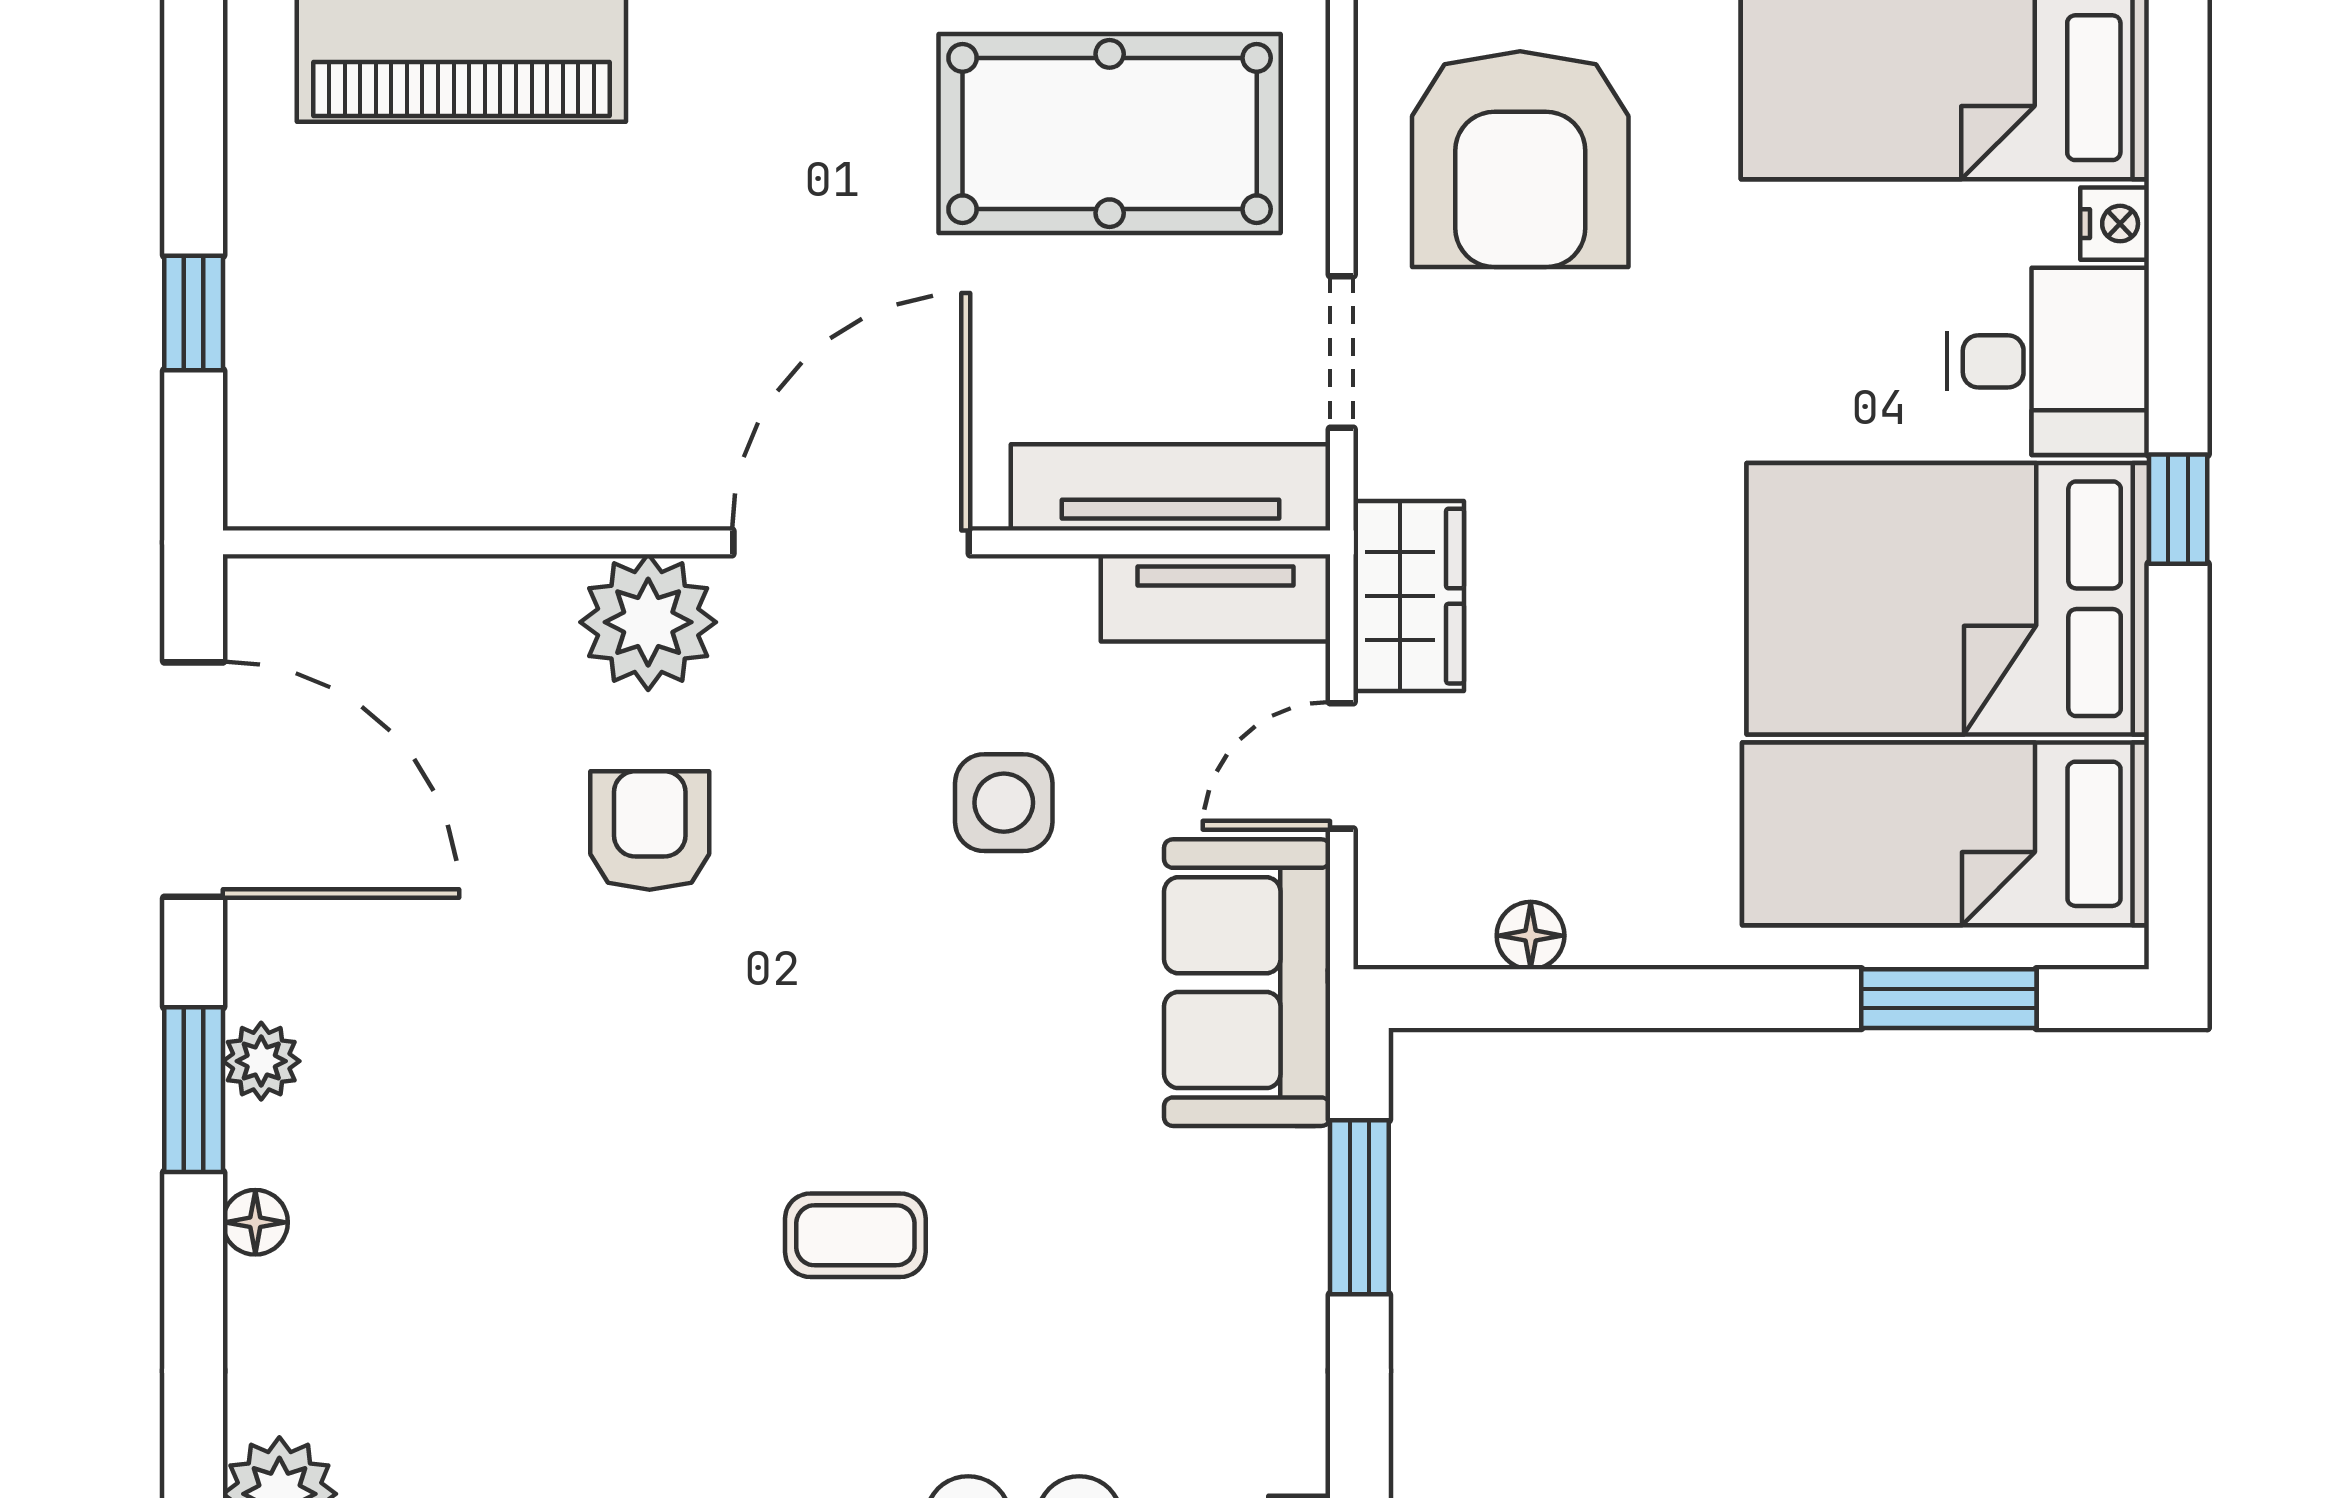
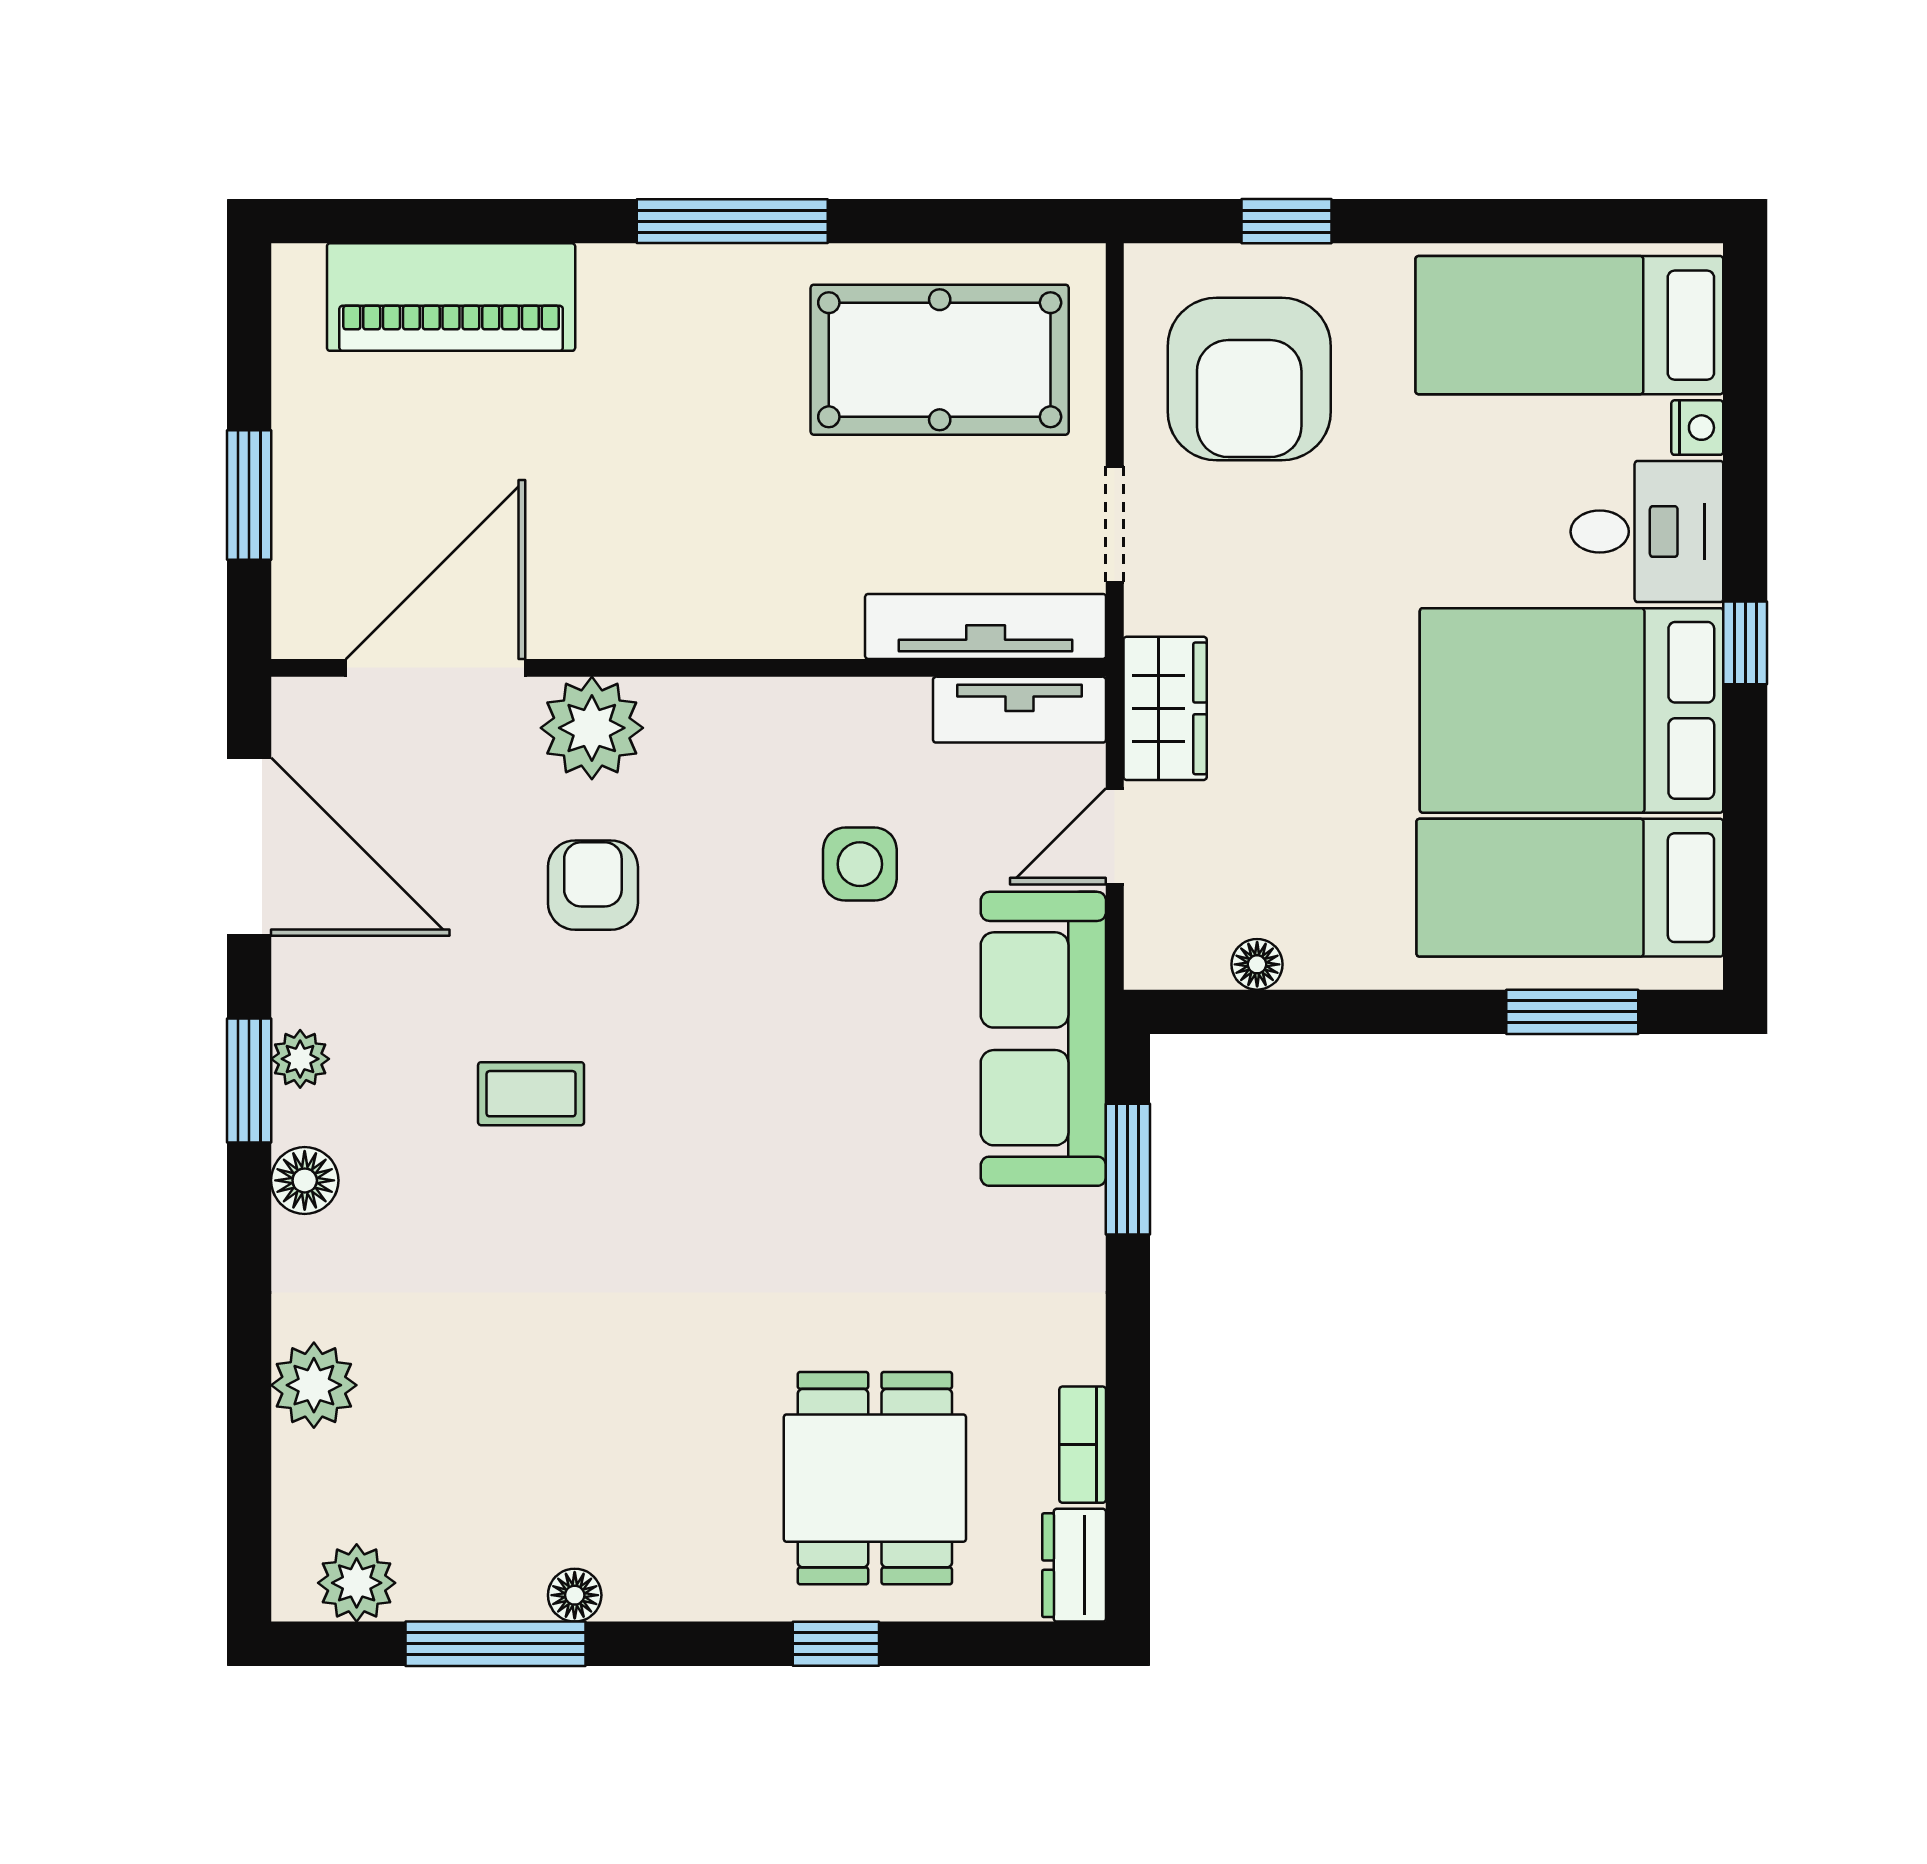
window: (194, 313) -> (249, 495), width x1.50
door: (851, 542) -> (436, 668), moved
sofa: (1247, 983) -> (1043, 1039), width x1.36
floor lamp: (255, 1222) -> (305, 1180), width x1.37, depth x1.37
coffee table: (855, 1235) -> (531, 1094), moved

